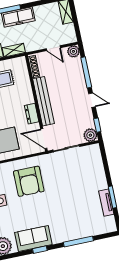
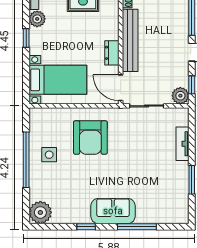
tv unit: (106, 203) -> (182, 144), moved
sofa: (33, 239) -> (113, 211), moved

